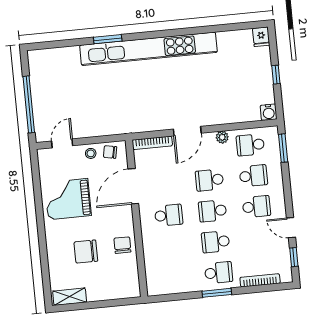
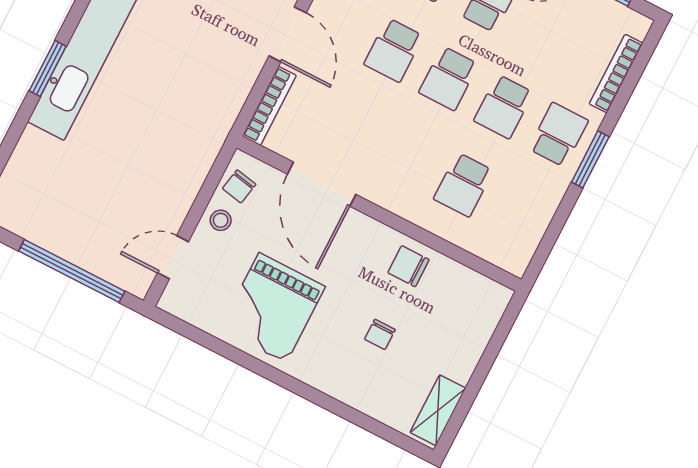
door: (62, 143) -> (173, 257), hinge flipped
school desk: (169, 215) -> (463, 185), moved, turned 180
chair: (86, 252) -> (380, 334), width x0.54, depth x0.54

